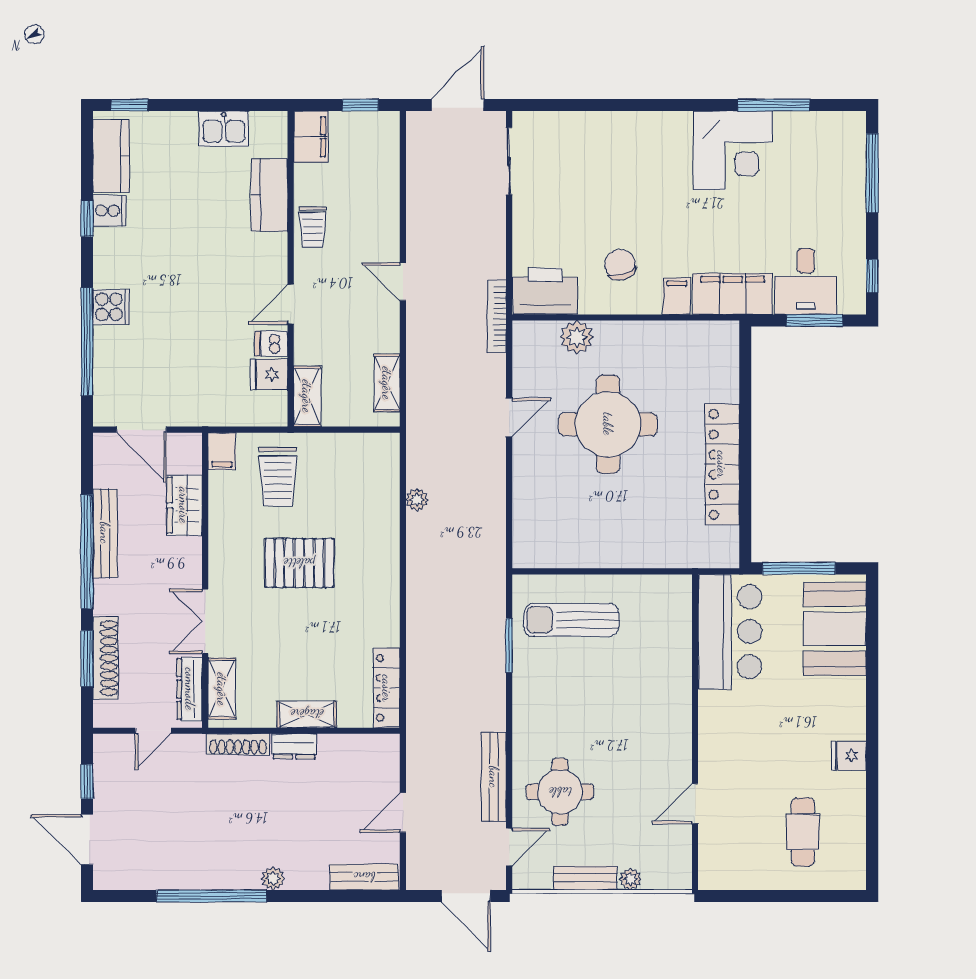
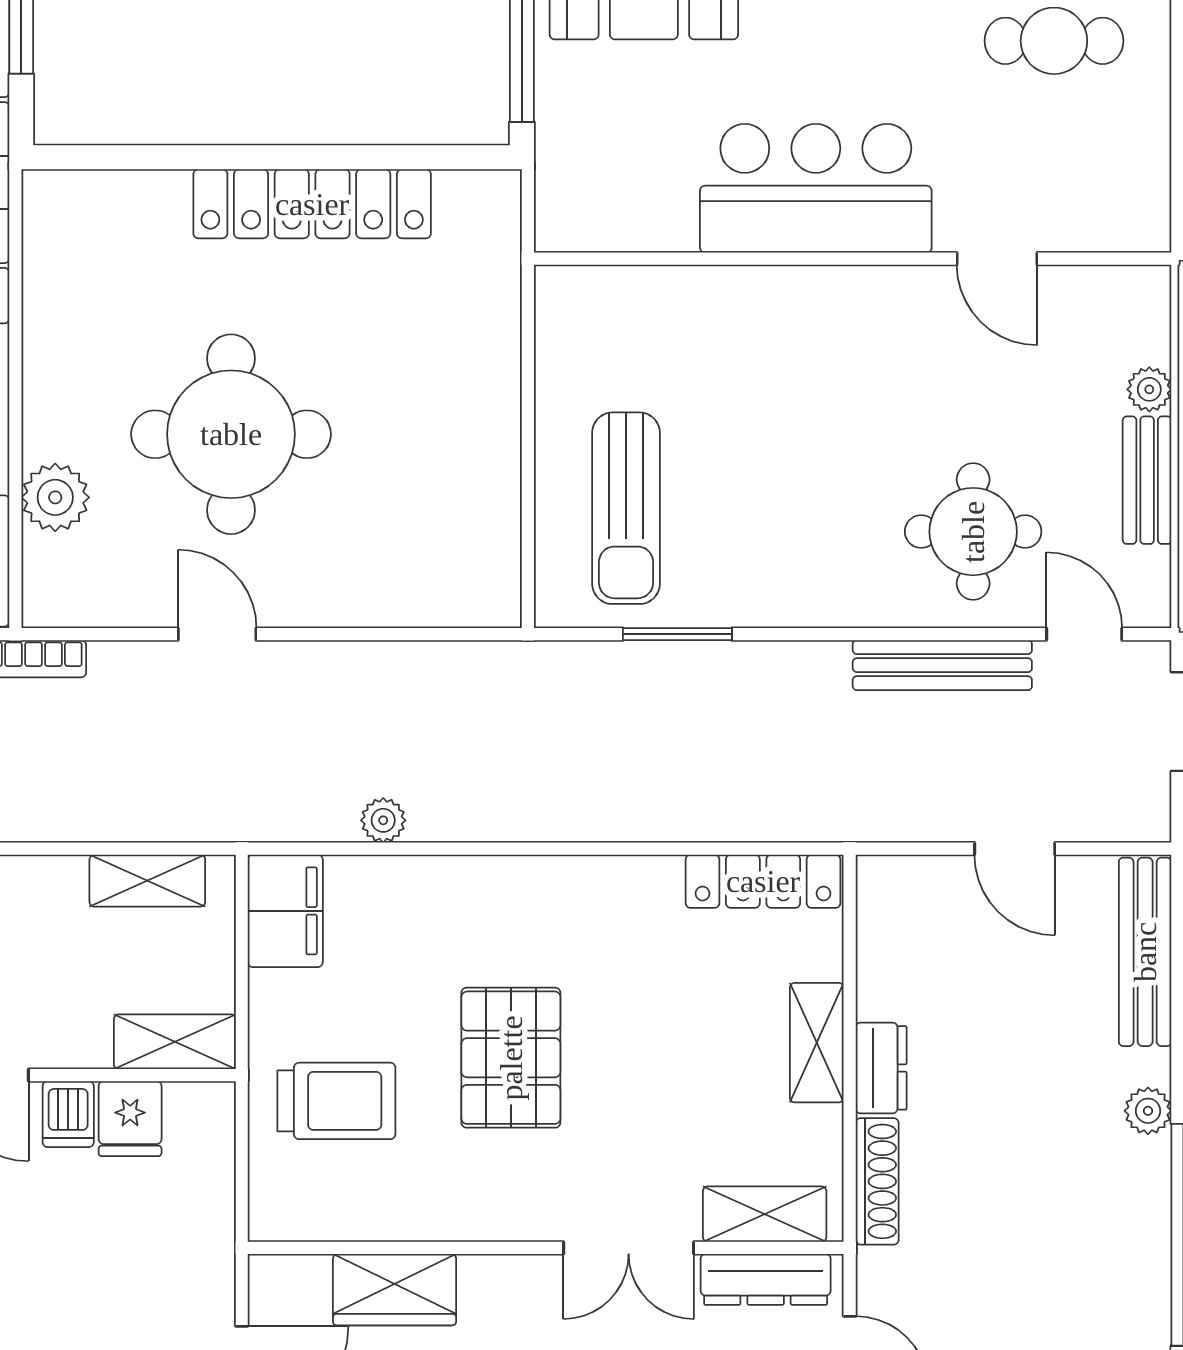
filing cabinet: (222, 451) -> (285, 911), moved, width x2.00
bar counter: (730, 632) -> (816, 188), moved
bench: (364, 877) -> (1145, 952), width x1.36

